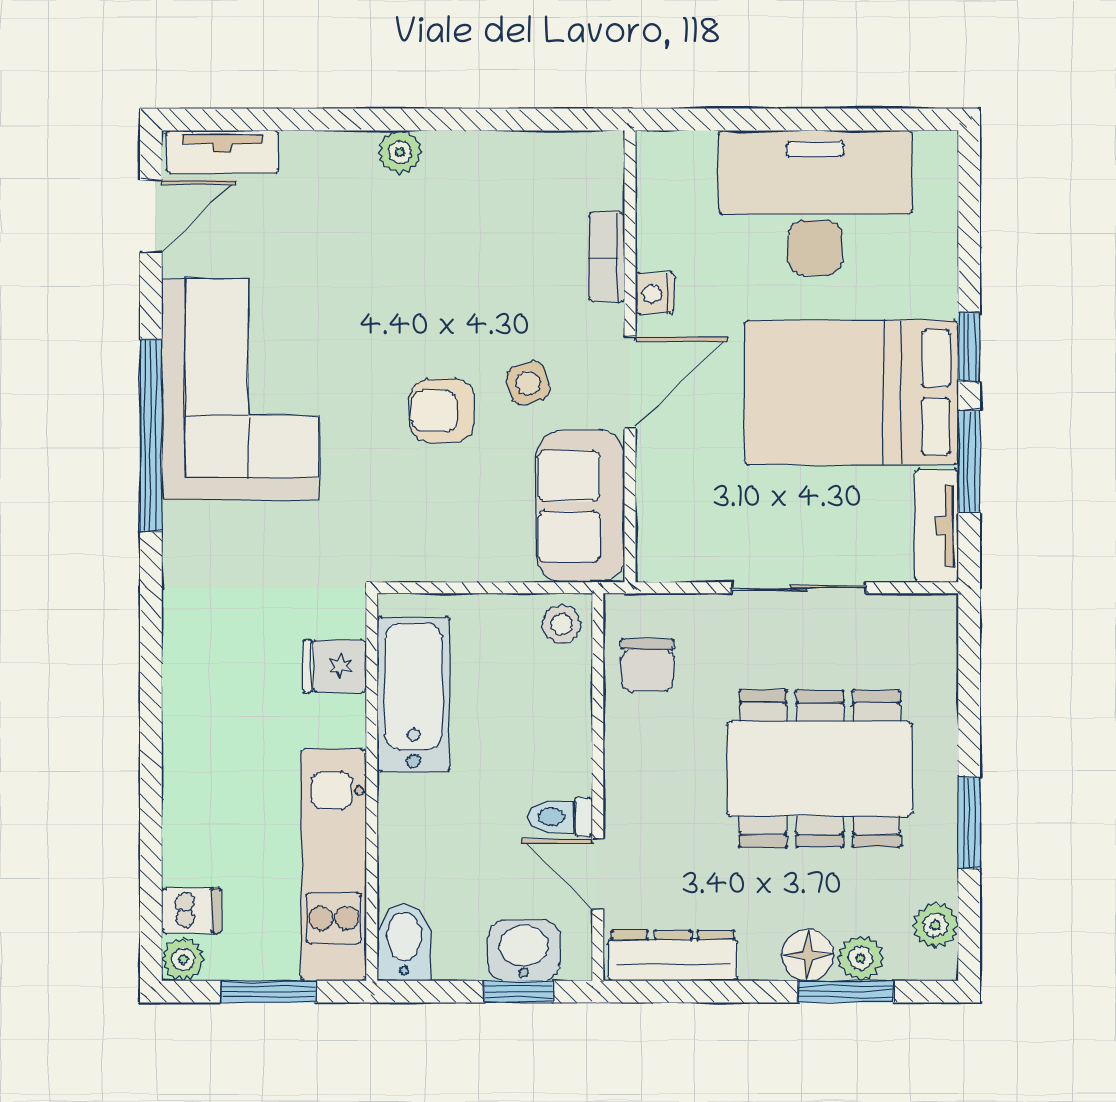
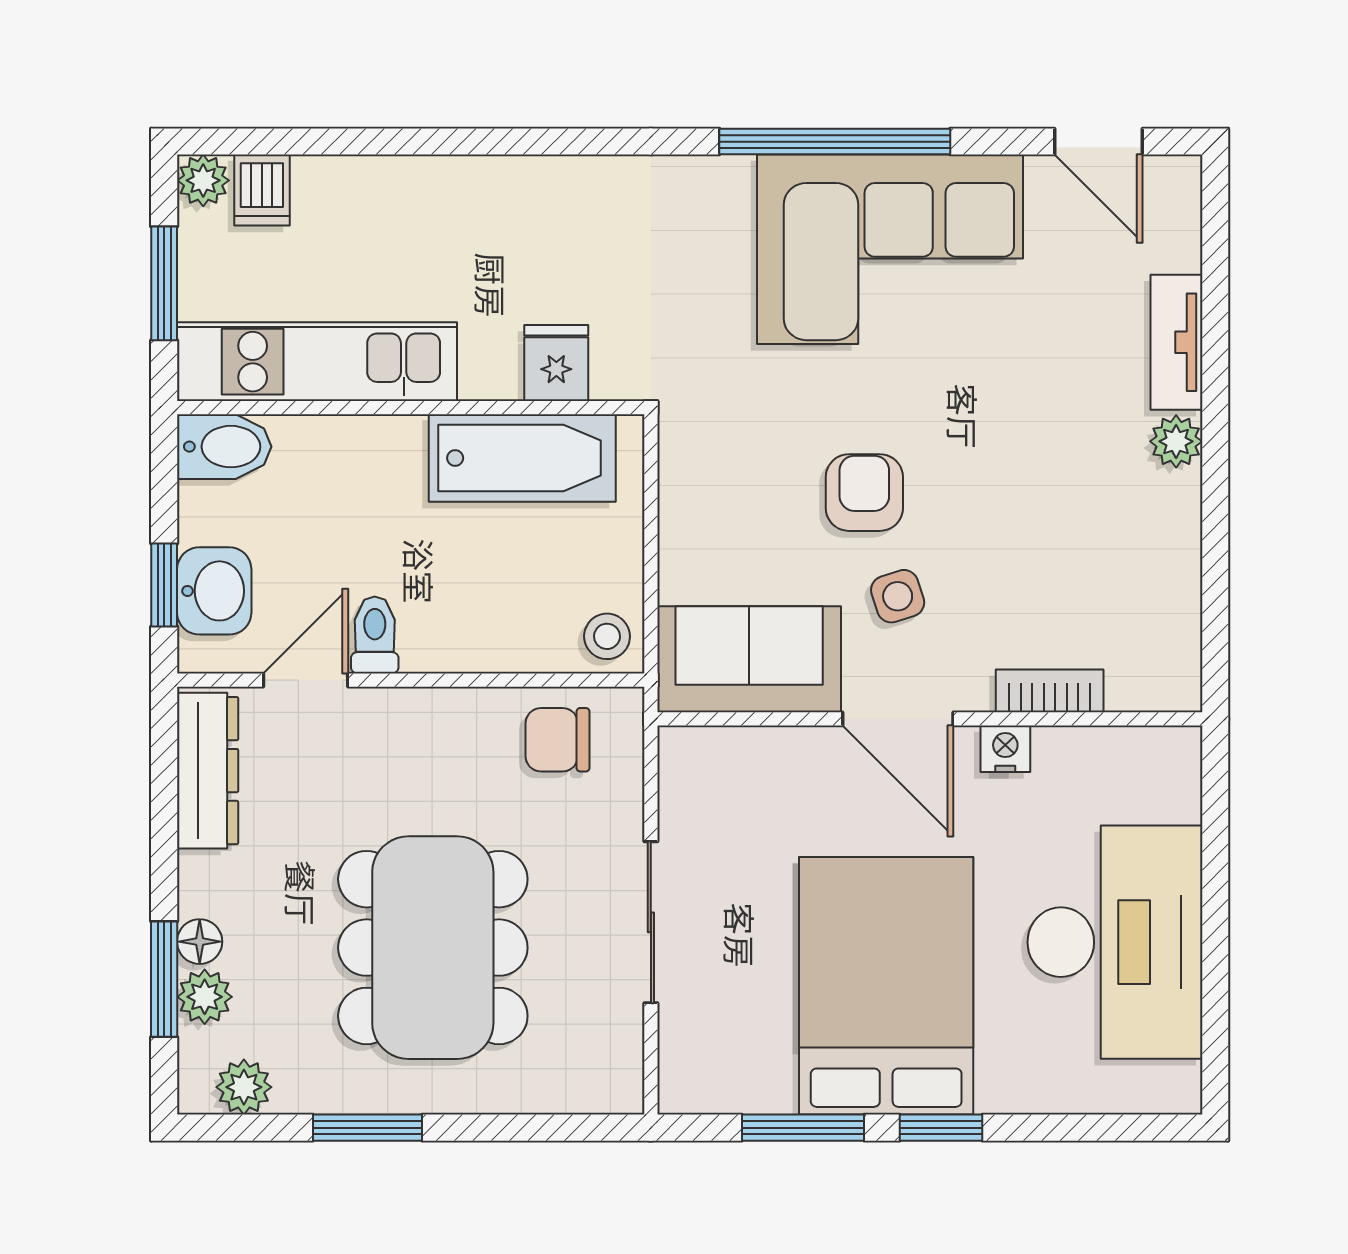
tv unit: (223, 152) -> (1176, 342), moved
tv unit: (937, 526) -> (726, 1089), removed
floor lamp: (808, 955) -> (200, 942), width x0.73, depth x0.73

